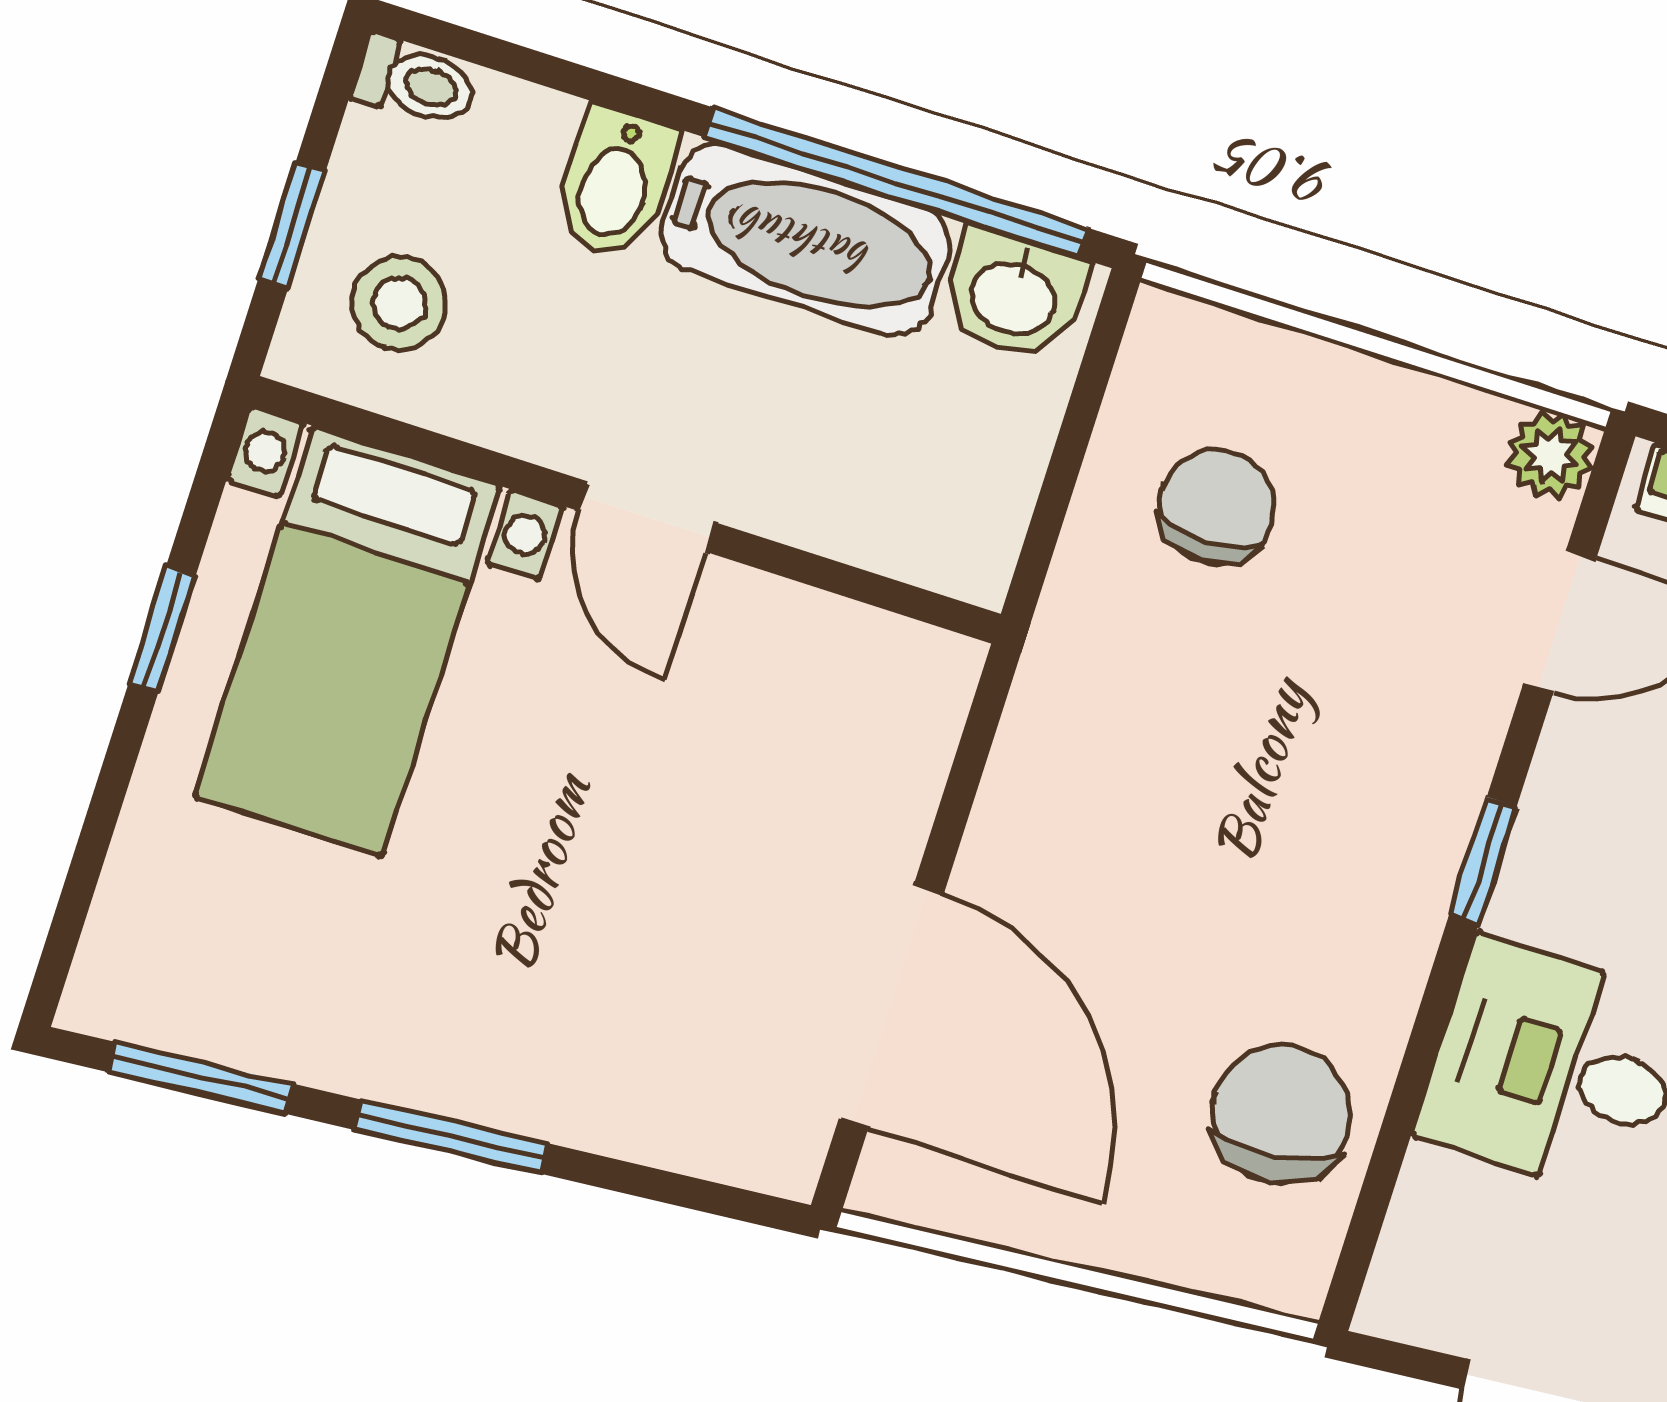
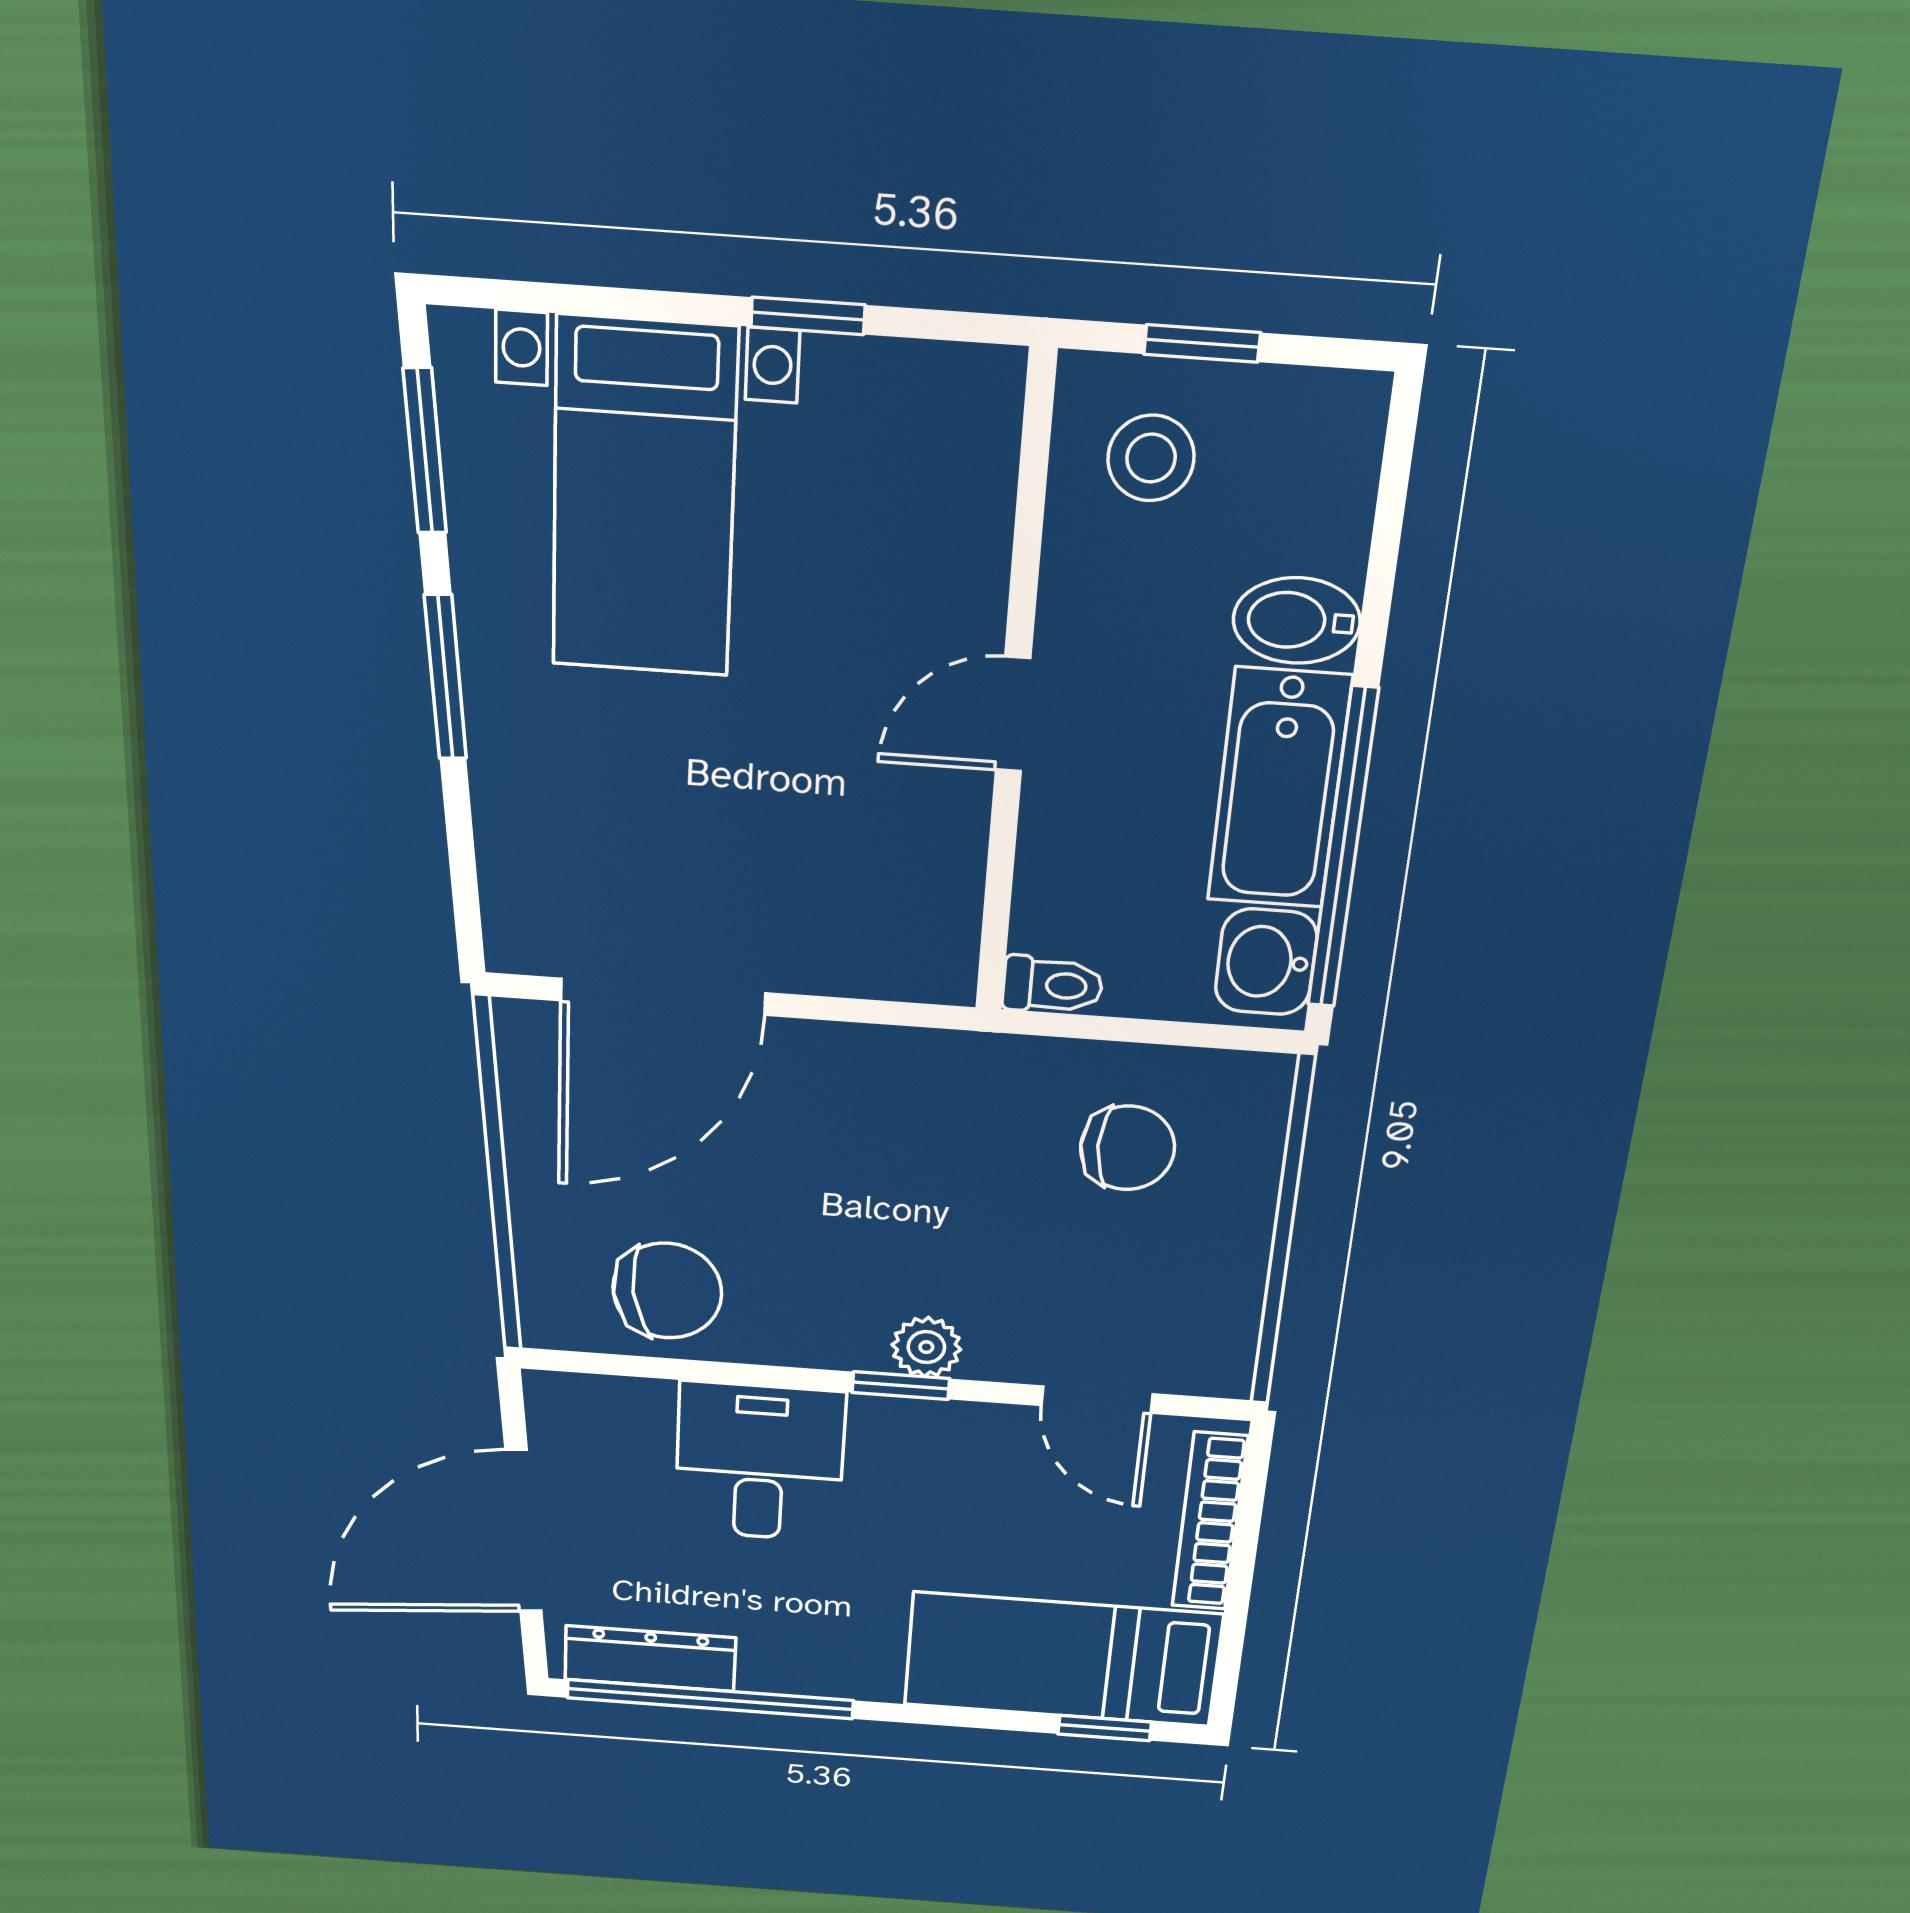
toilet: (415, 82) -> (1053, 985), moved, turned -90
plant: (1550, 455) -> (926, 1347), moved
bed with nightstands: (347, 641) -> (644, 499), moved, turned -90

